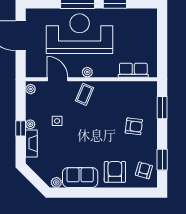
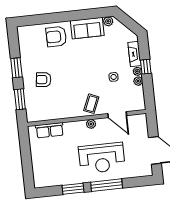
reception desk: (80, 34) -> (102, 158), width x0.74, depth x0.77
plant: (31, 89) -> (138, 81), moved
window: (162, 160) -> (16, 68), moved
armchair: (144, 170) -> (30, 41), removed
armchair: (115, 172) -> (56, 37), turned 90

